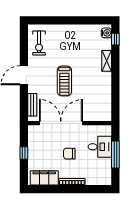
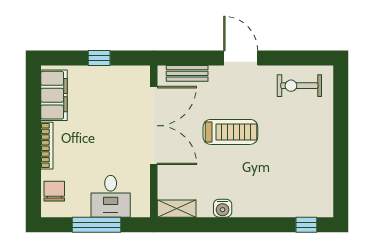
water cooler: (106, 33) -> (223, 208), moved
shelving: (107, 61) -> (177, 209), moved
treadmill: (64, 81) -> (230, 132), turned 180
chair: (69, 154) -> (54, 191), moved

